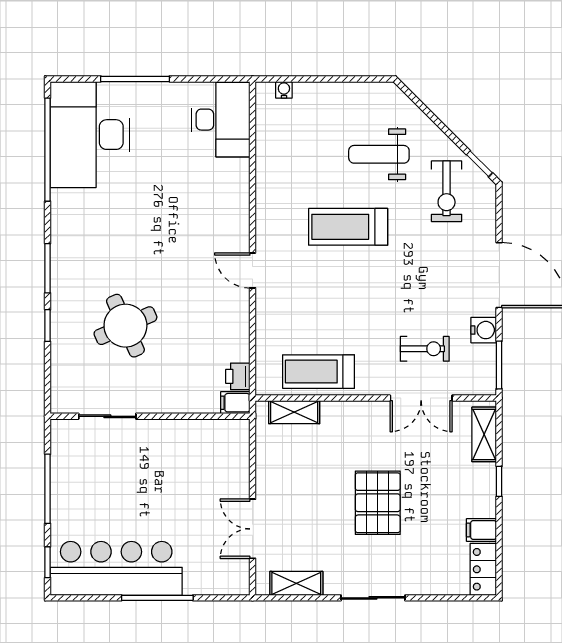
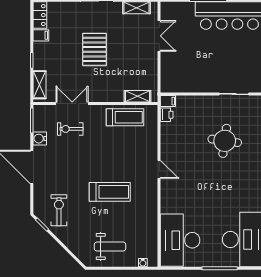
desk: (221, 120) -> (180, 240), width x1.36, depth x1.30
weight bench: (379, 154) -> (110, 247), moved
round table: (125, 326) -> (225, 141), turned 32

